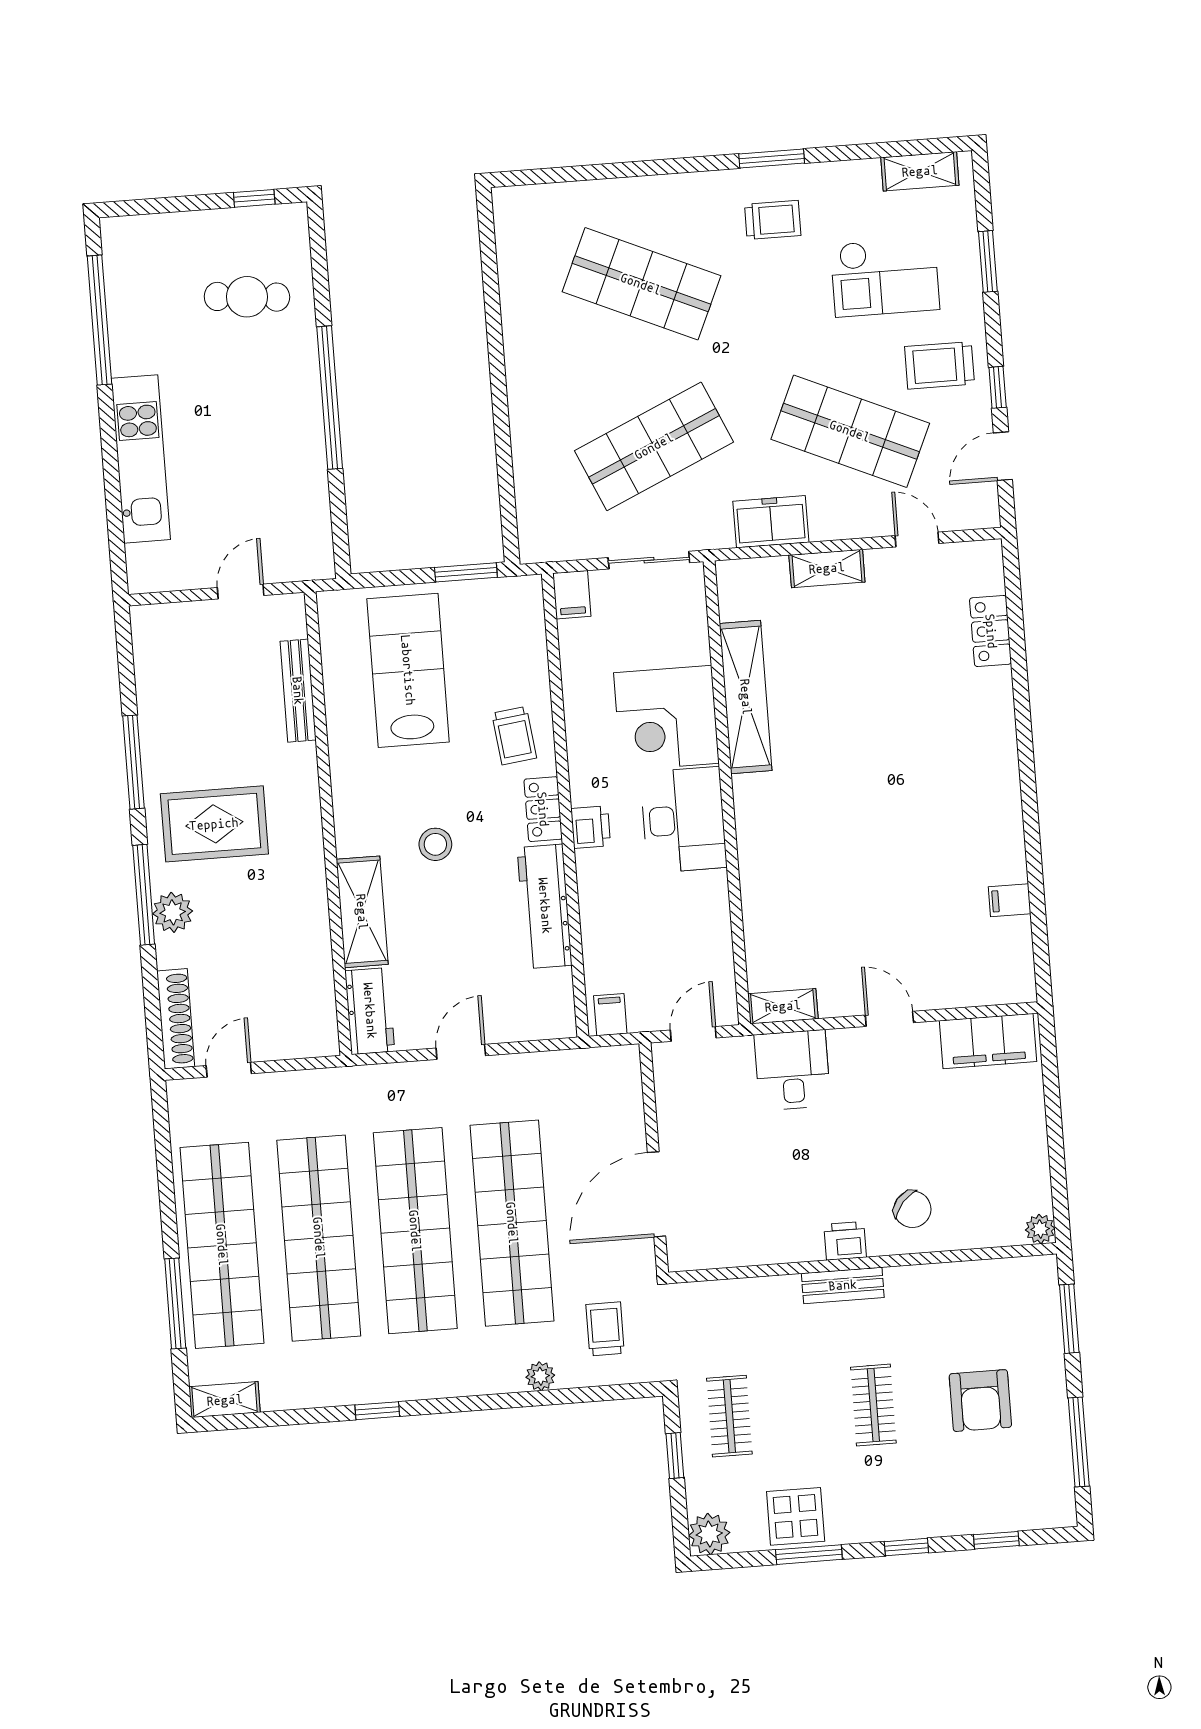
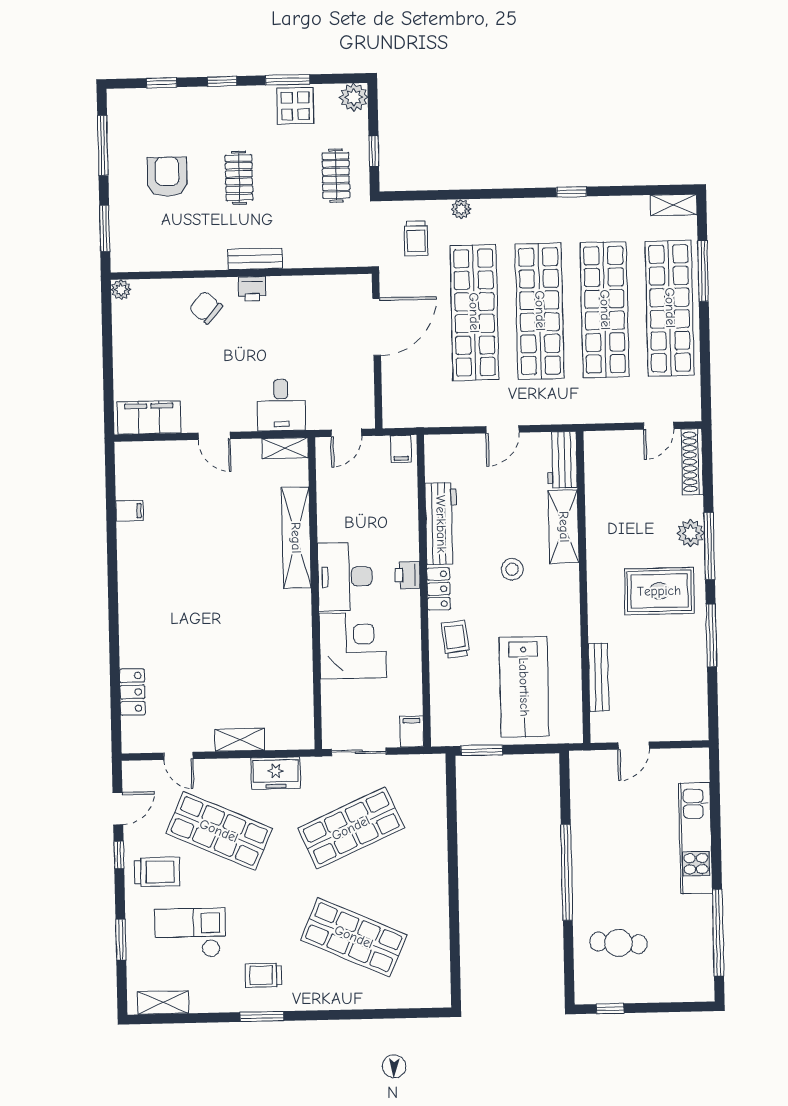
shelving: (746, 697) -> (296, 538), moved

